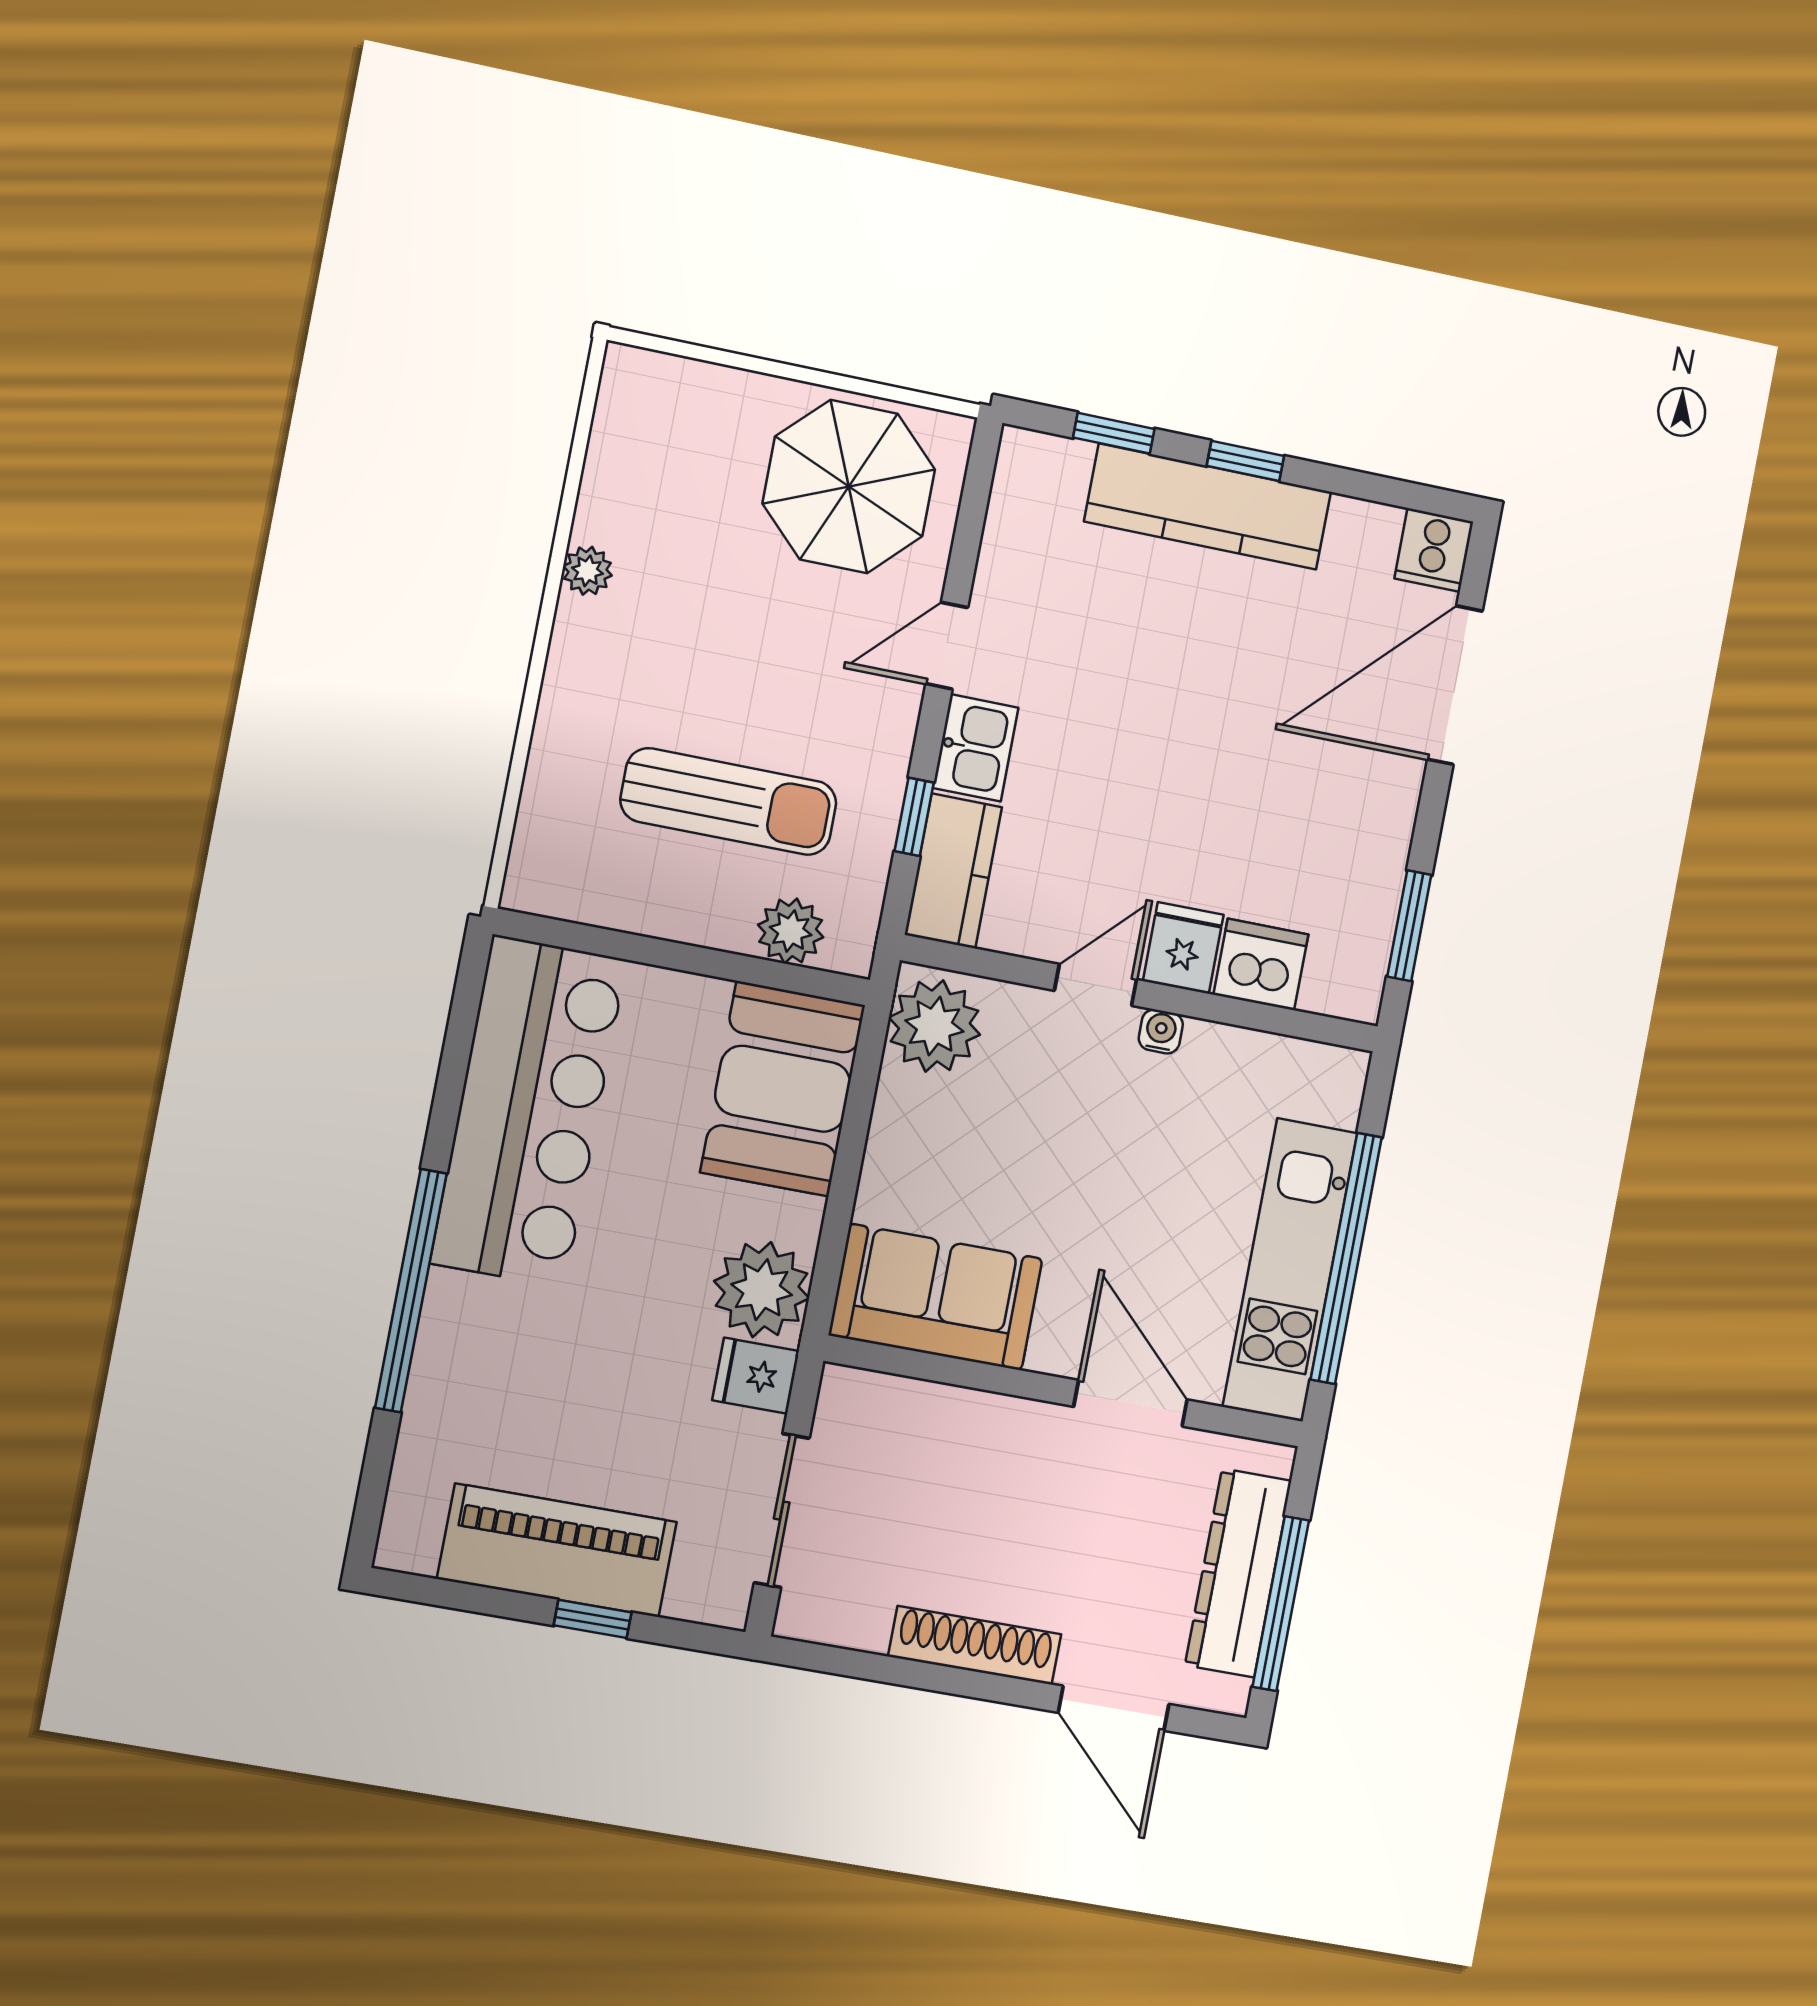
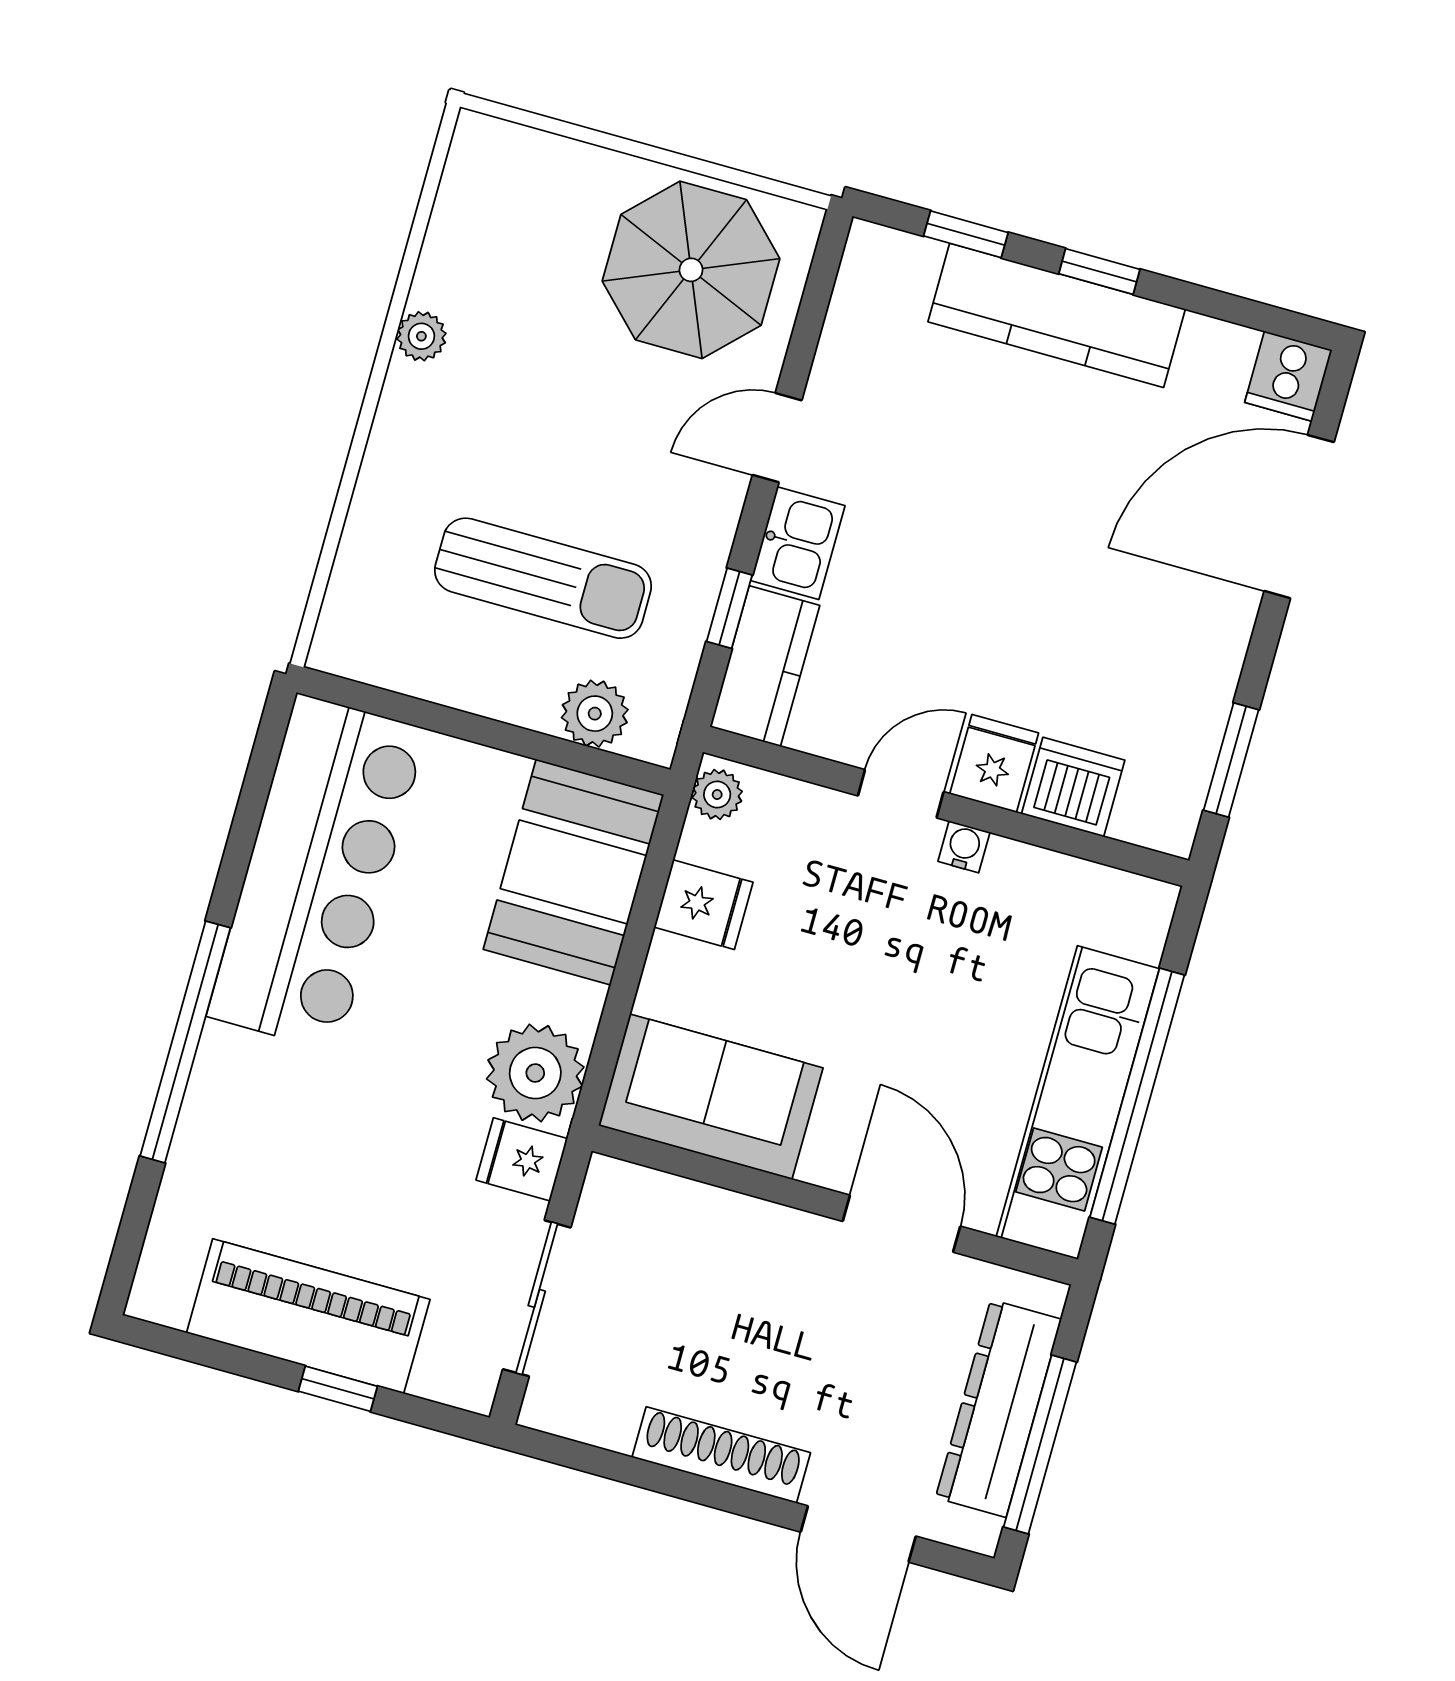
plant: (934, 1026) -> (717, 794), width x0.53, depth x0.53
fridge: (913, 1110) -> (703, 905), added

